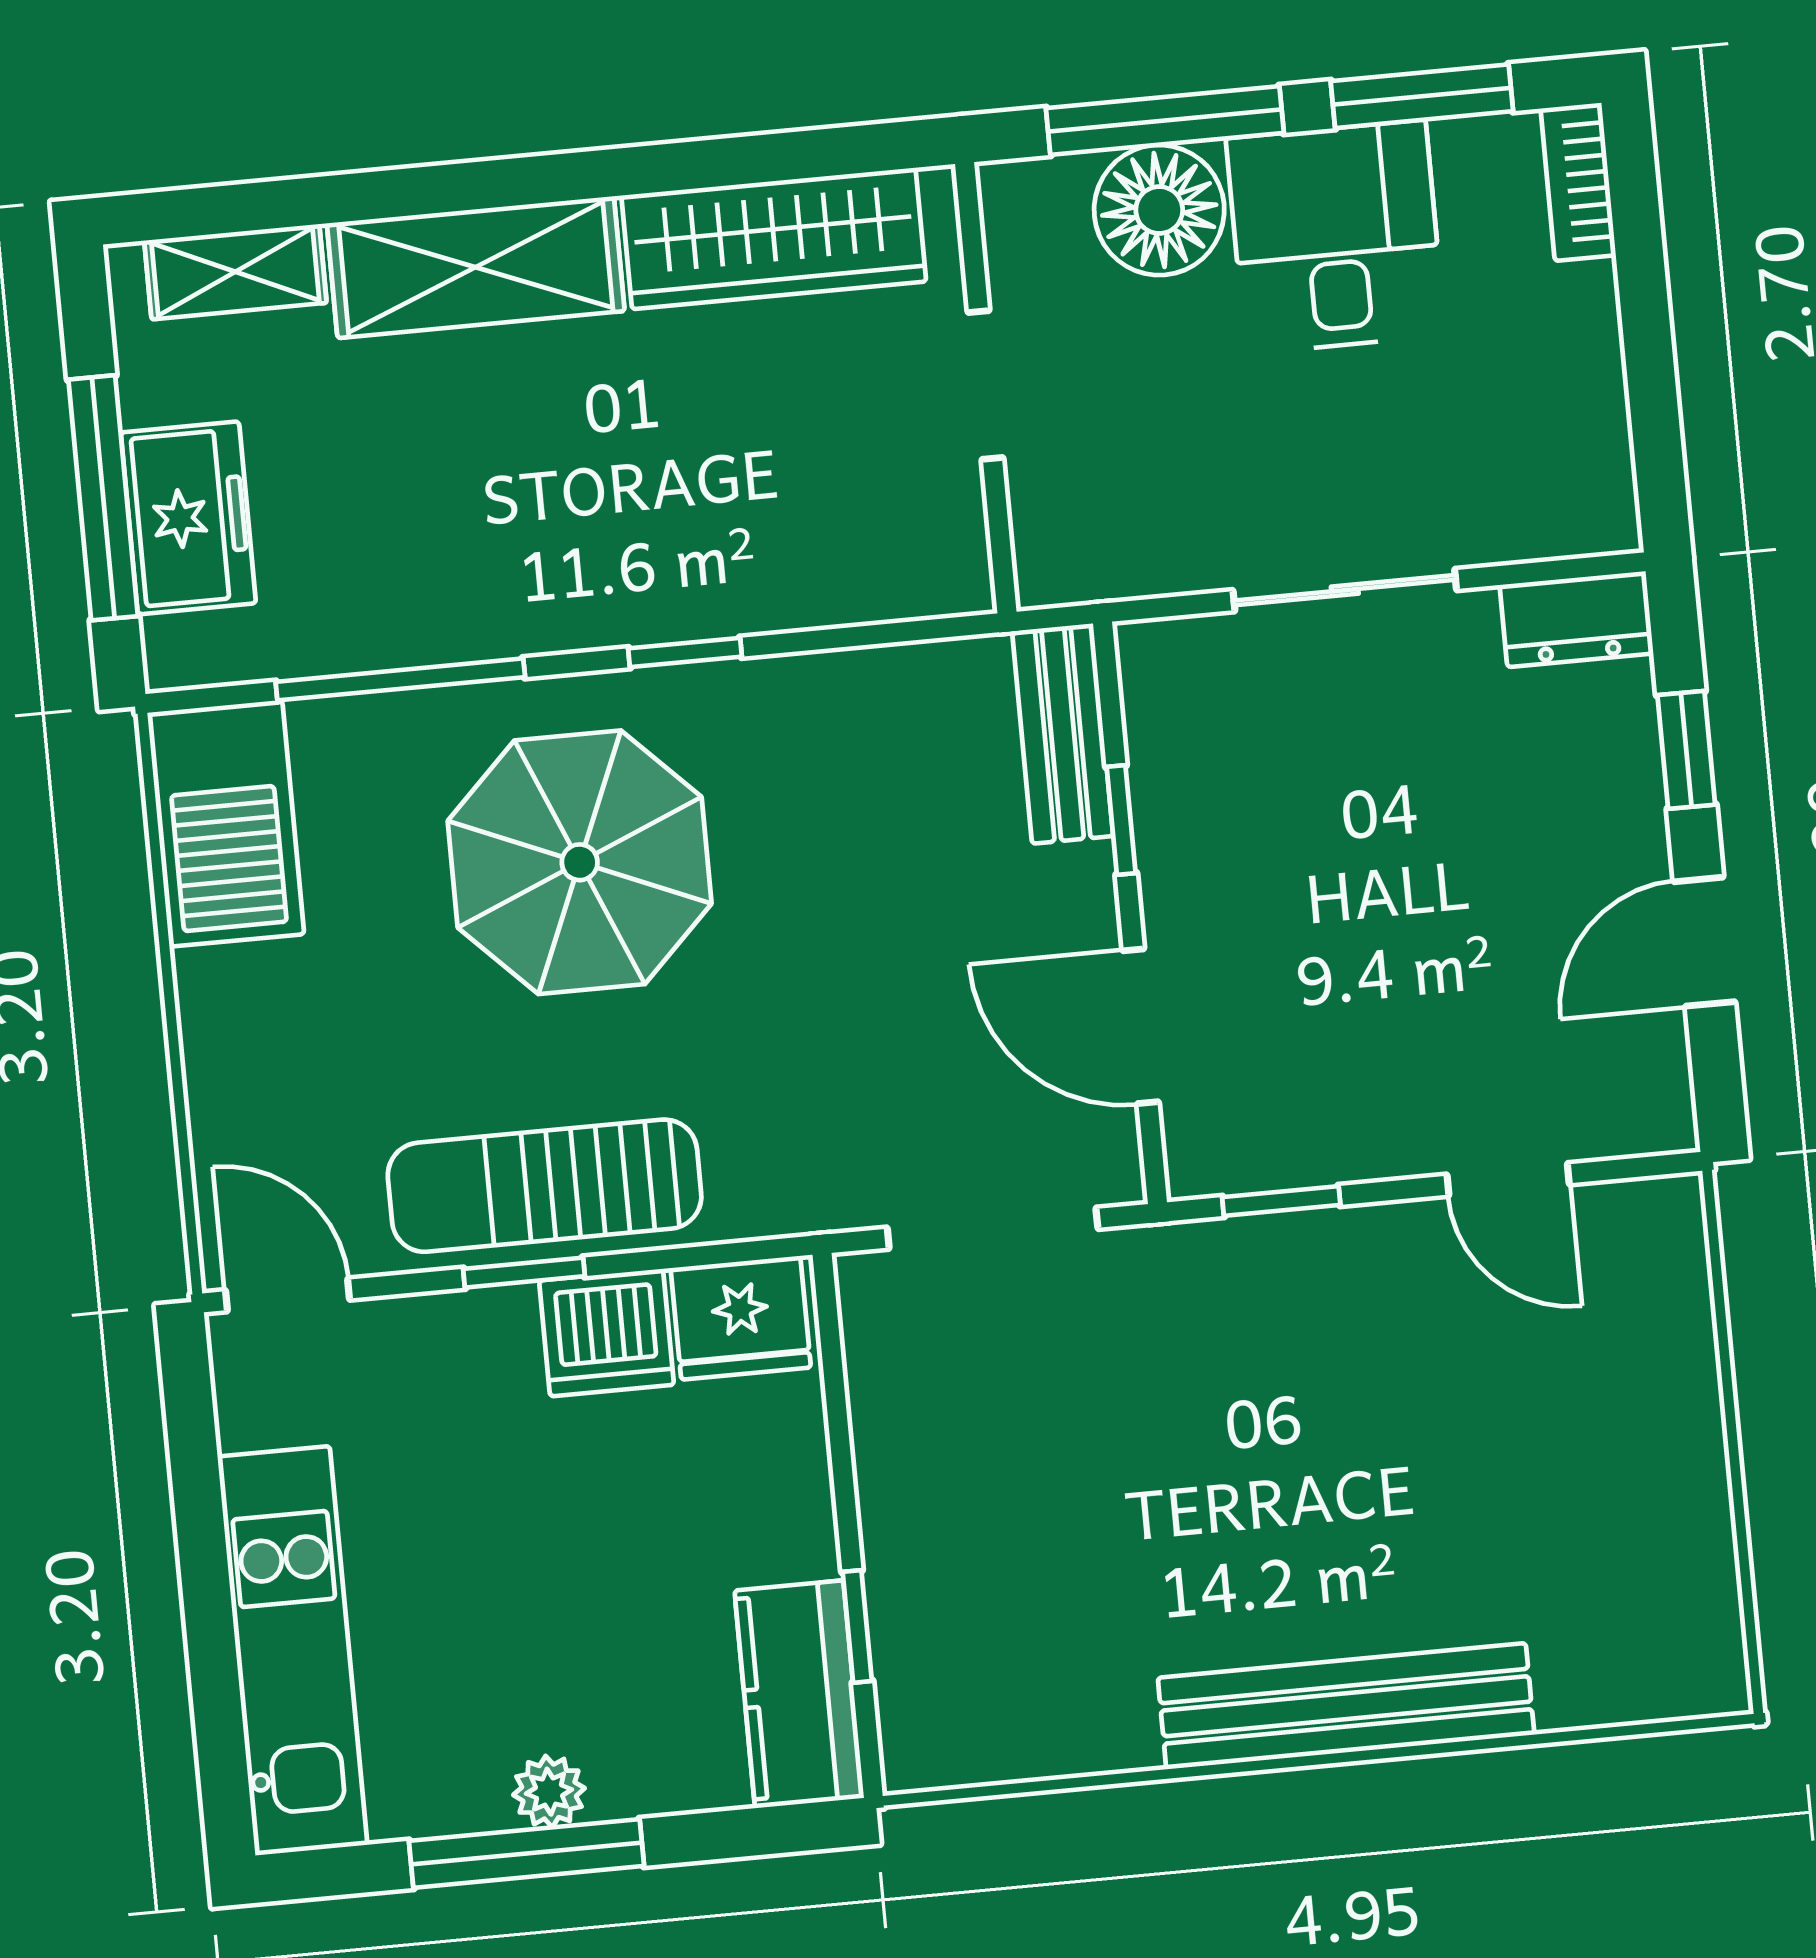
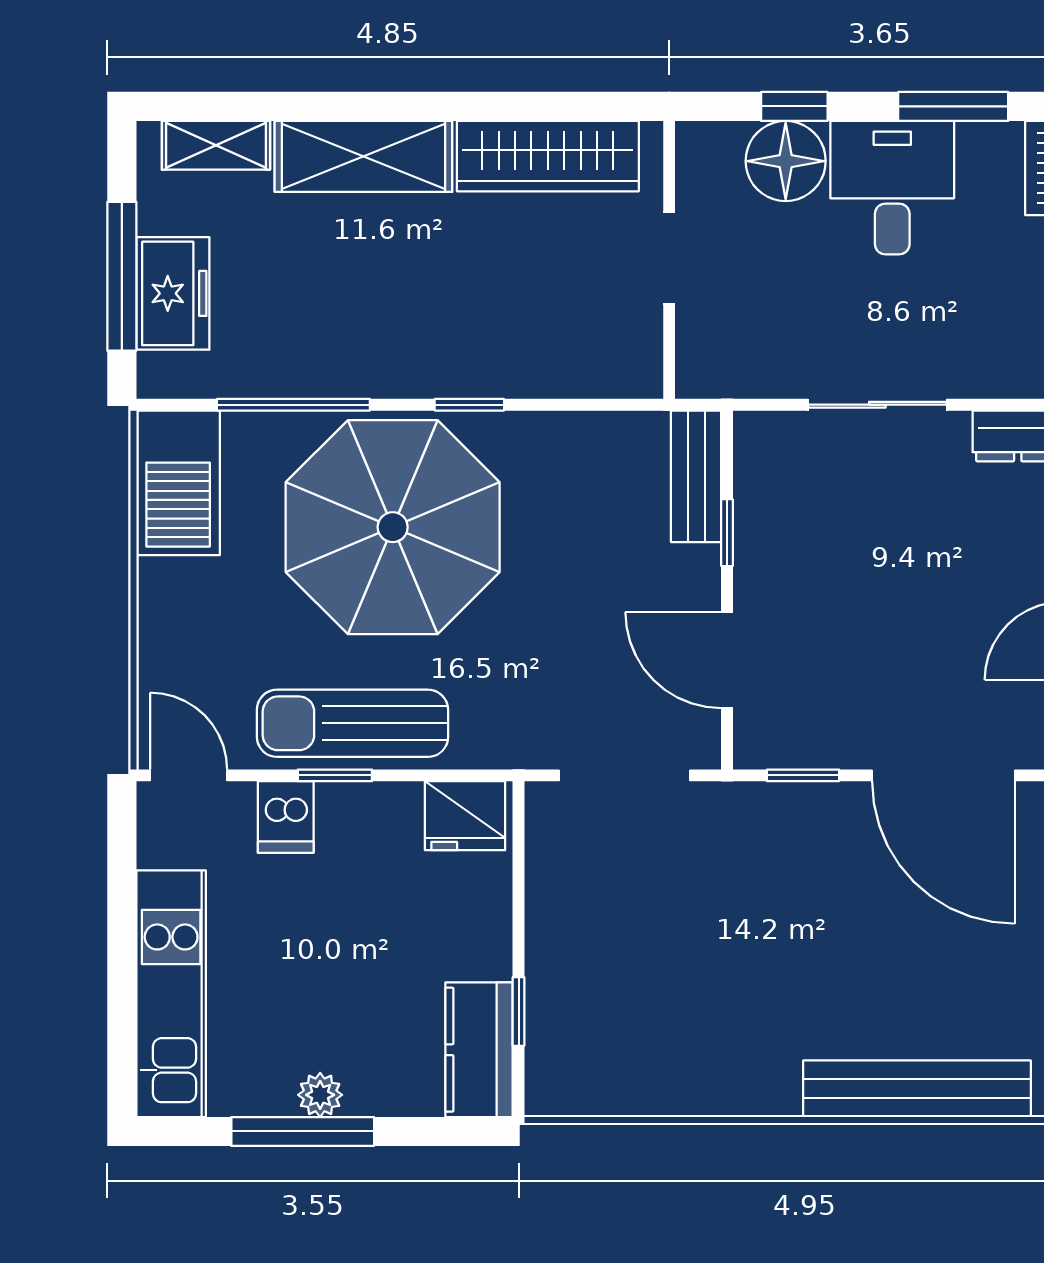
window: (1165, 120) -> (794, 106), width x0.46
parasol: (580, 862) -> (393, 527), width x1.36, depth x1.36
door: (1508, 1180) -> (943, 775), width x1.87
dishwasher: (607, 1333) -> (286, 817), moved, width x0.73
bench: (1346, 1706) -> (917, 1089), moved

